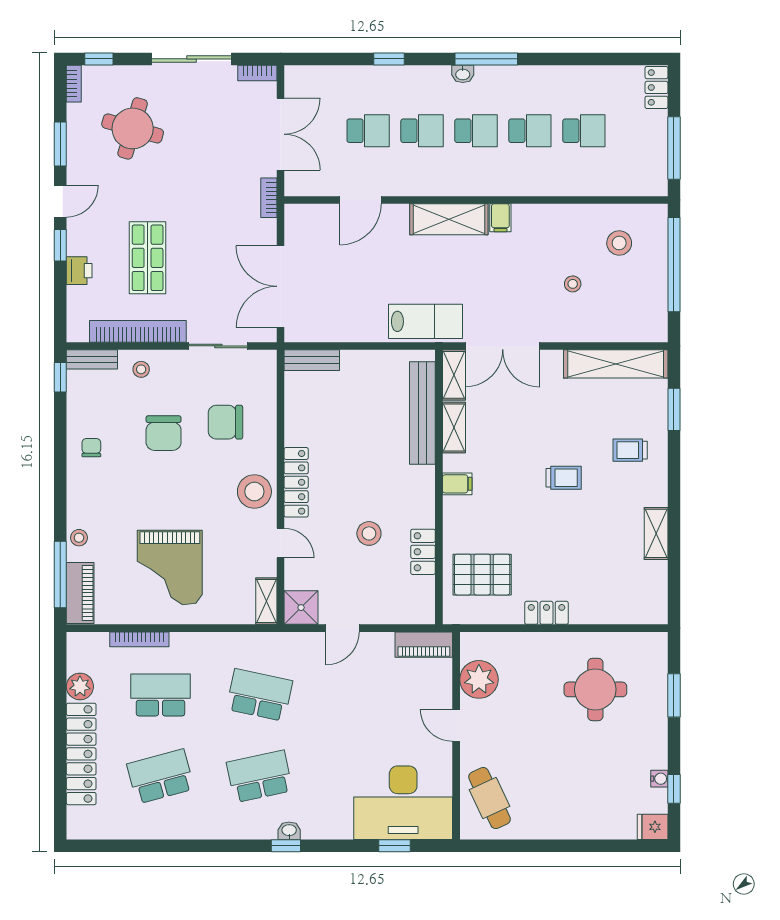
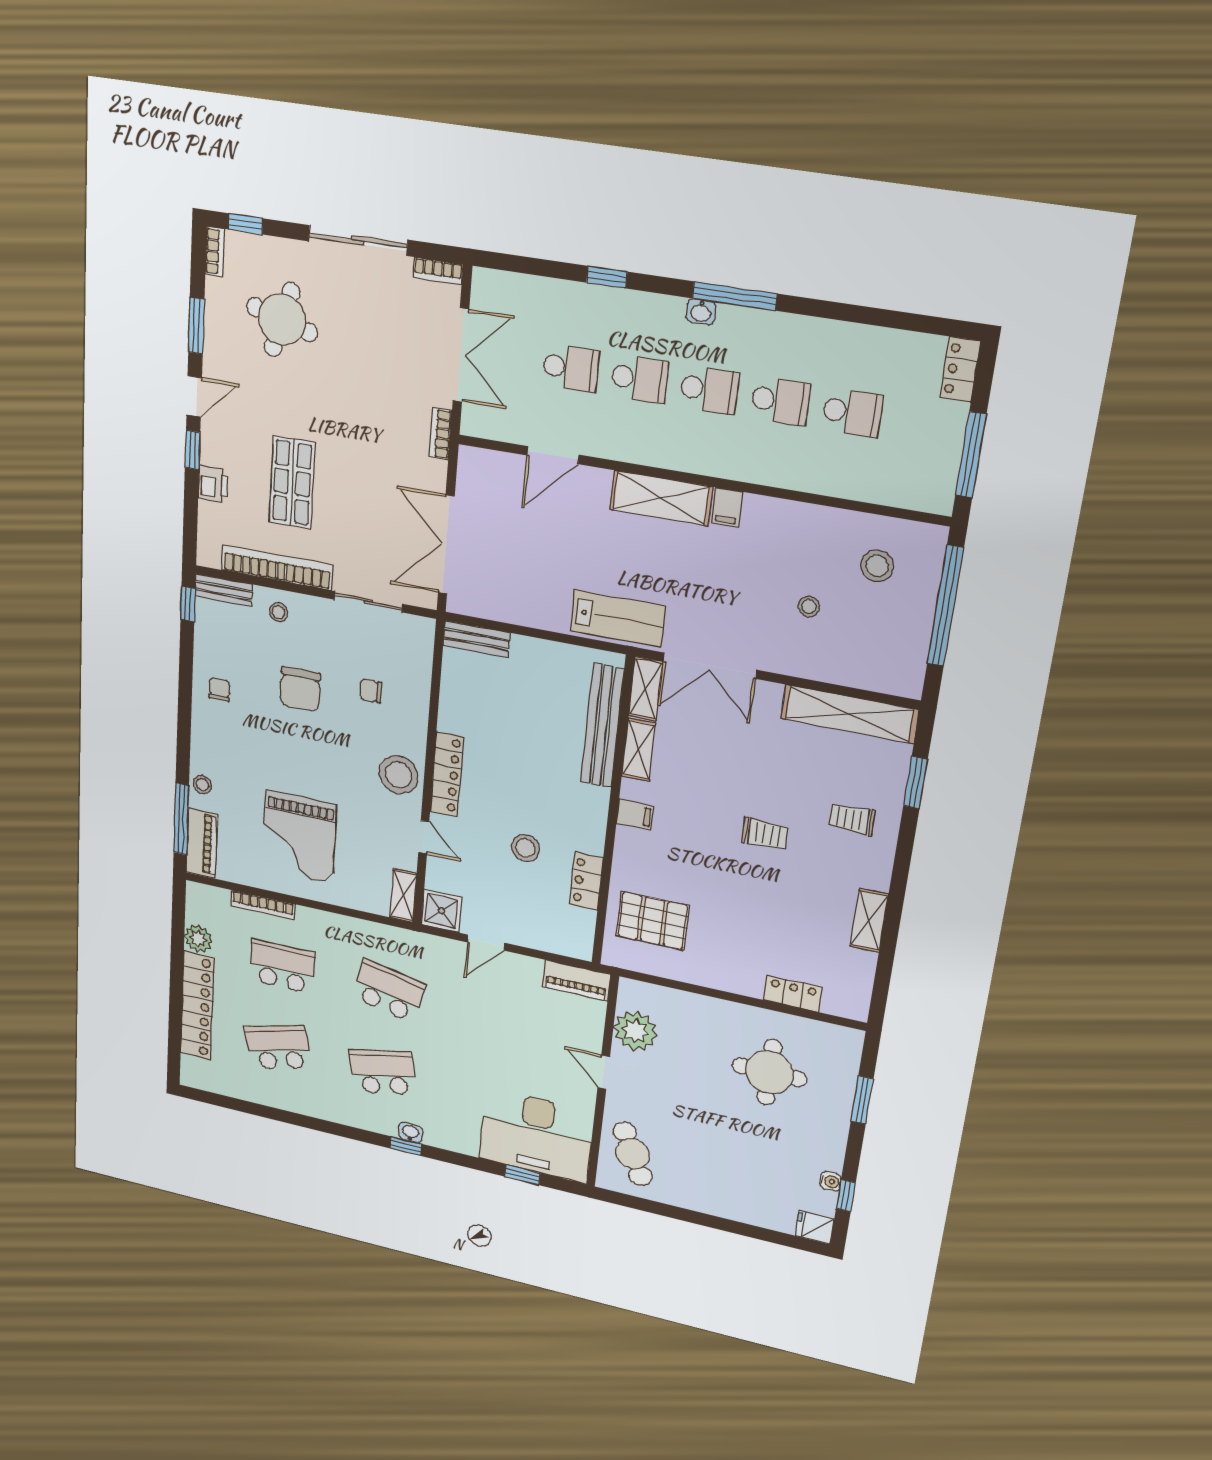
chair: (225, 422) -> (371, 691), width x0.54, depth x0.54
locker: (547, 613) -> (793, 994), moved

